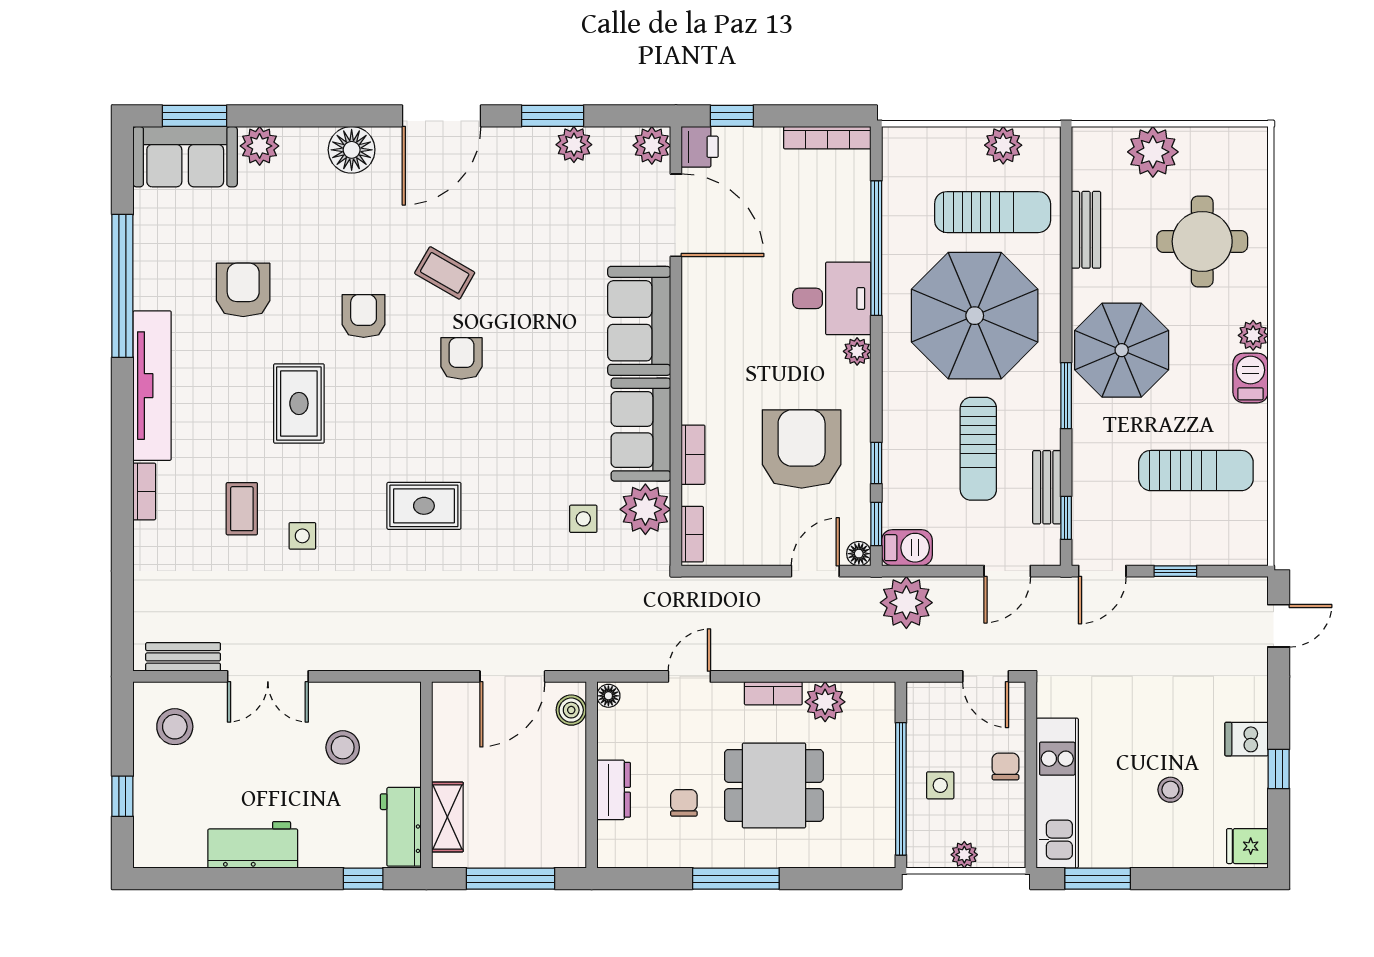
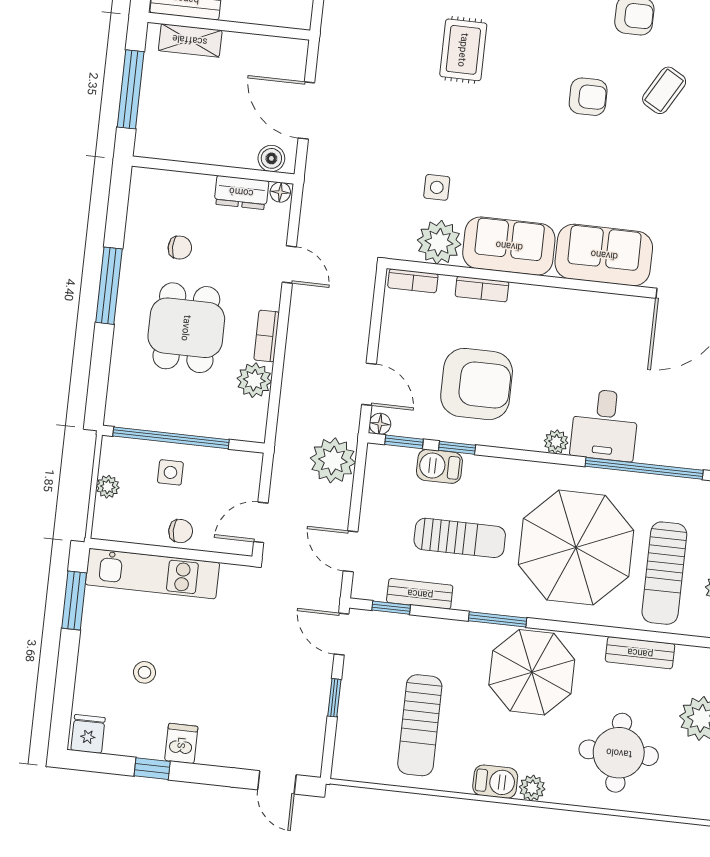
sun lounger: (978, 449) -> (460, 538), turned 180
barbecue: (907, 548) -> (439, 466), moved, turned 90
dresser: (614, 790) -> (241, 192), moved

